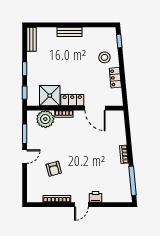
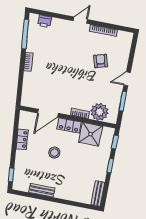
bench: (70, 32) -> (42, 190), moved
stool: (104, 57) -> (54, 153), moved
door: (95, 108) -> (48, 113), swing flipped
printer: (96, 197) -> (45, 21), moved

